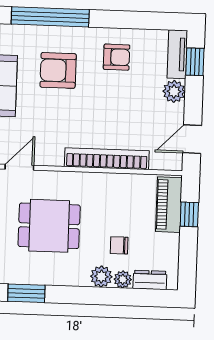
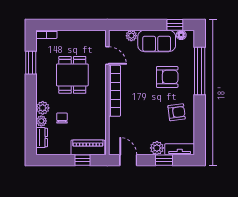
armchair: (117, 57) -> (177, 112), turned -97
window: (195, 62) -> (164, 160), moved
armchair: (58, 70) -> (167, 77), turned 90
bookcase: (107, 159) -> (114, 91), moved

